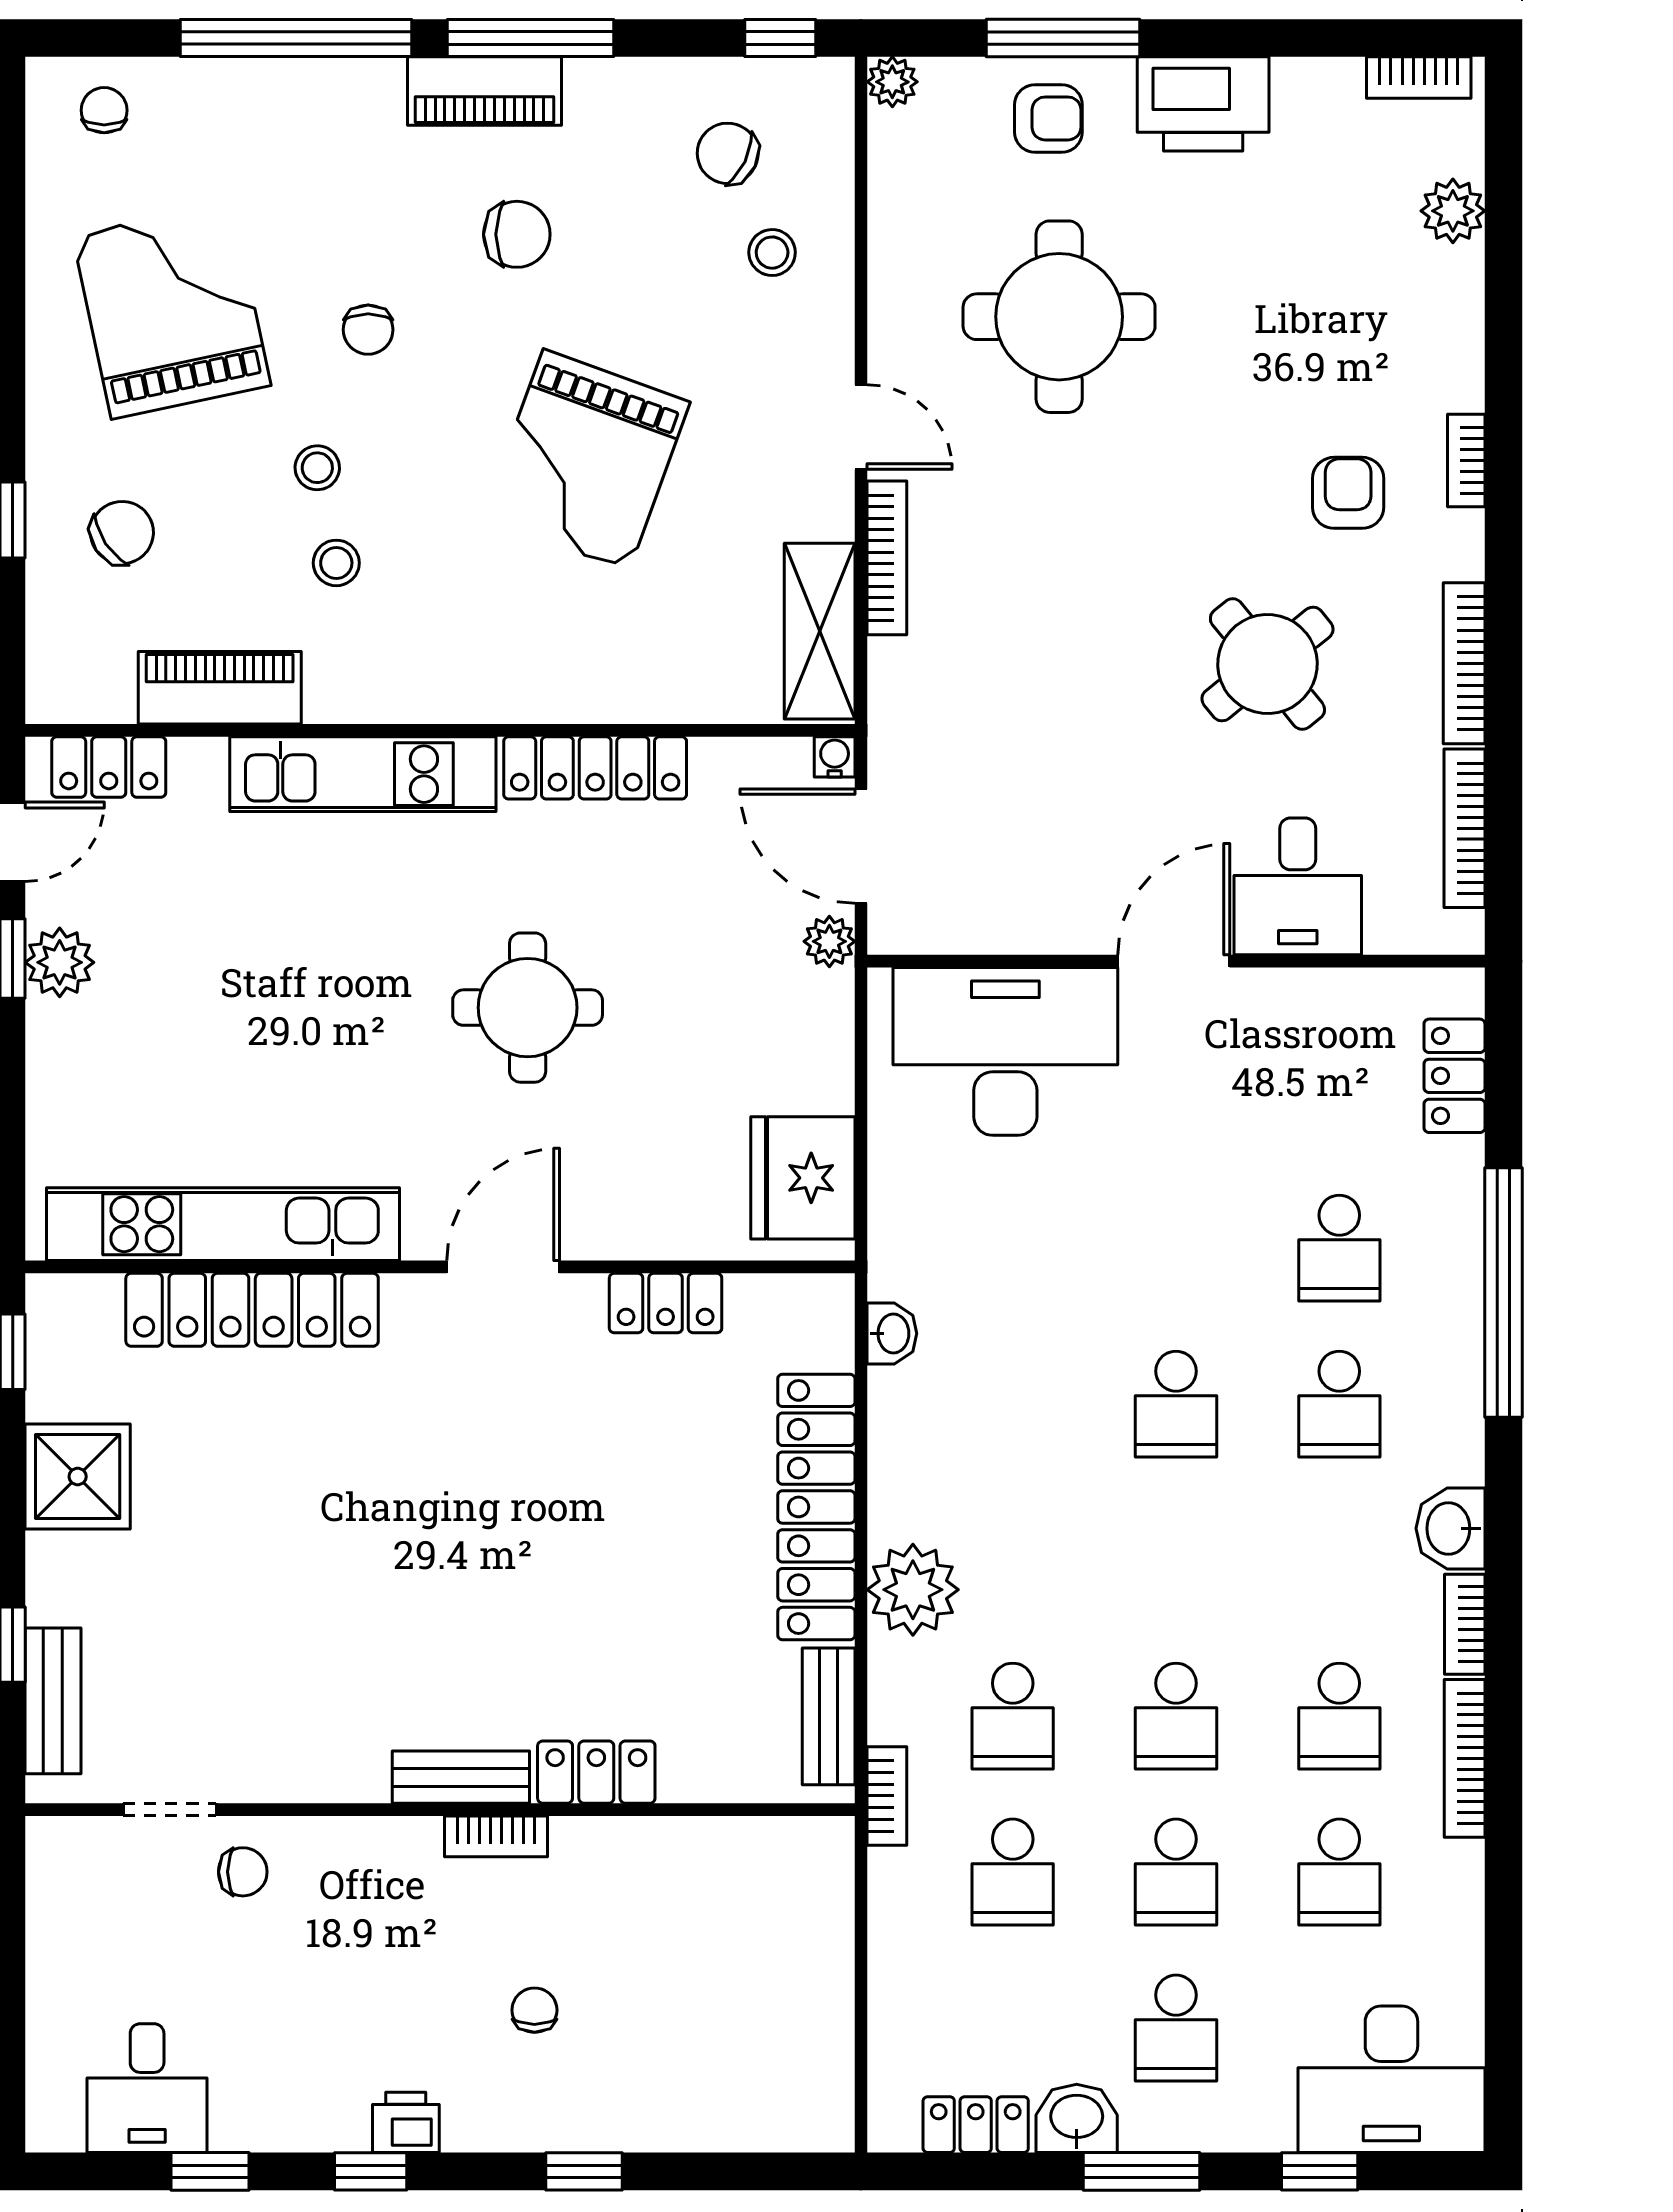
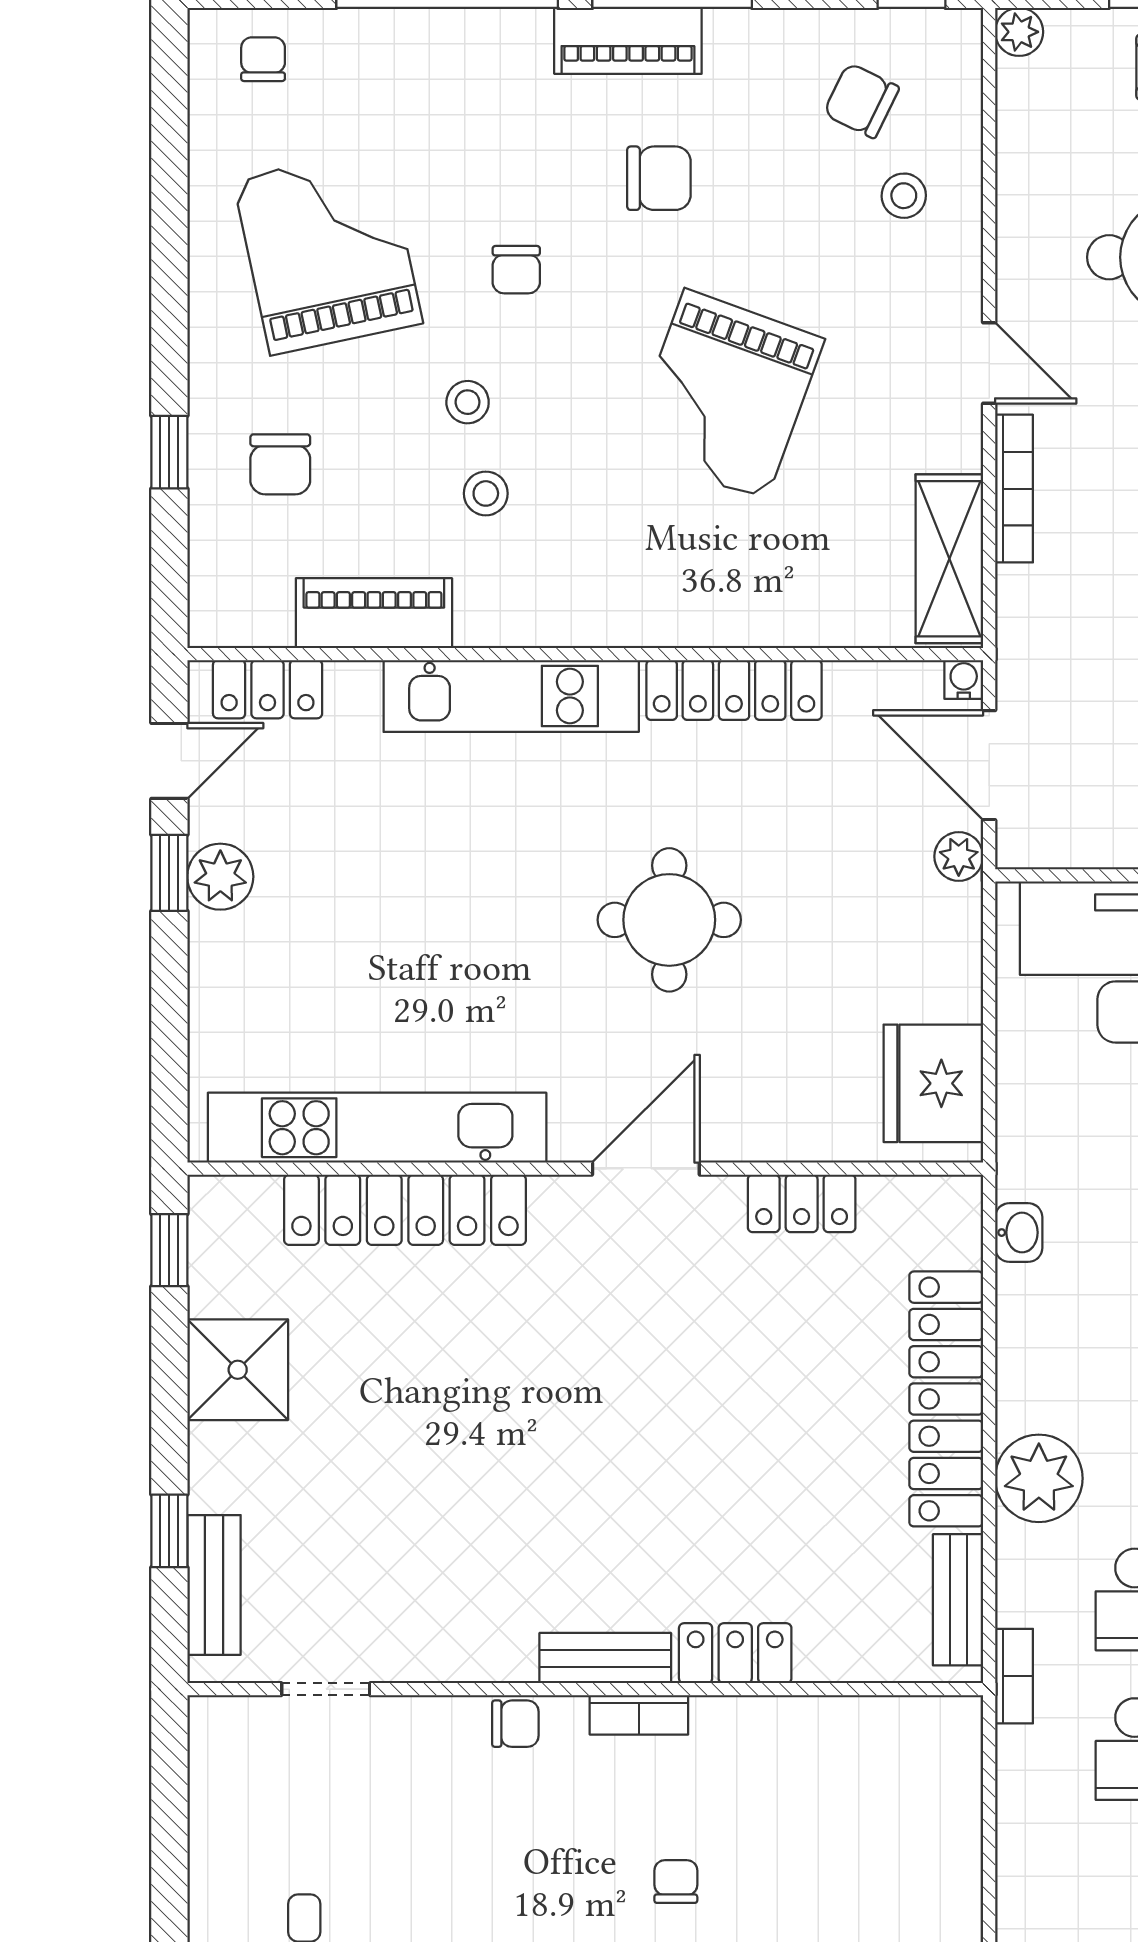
chair: (122, 533) -> (280, 464), turned 124
chair: (243, 1872) -> (515, 1724), moved

